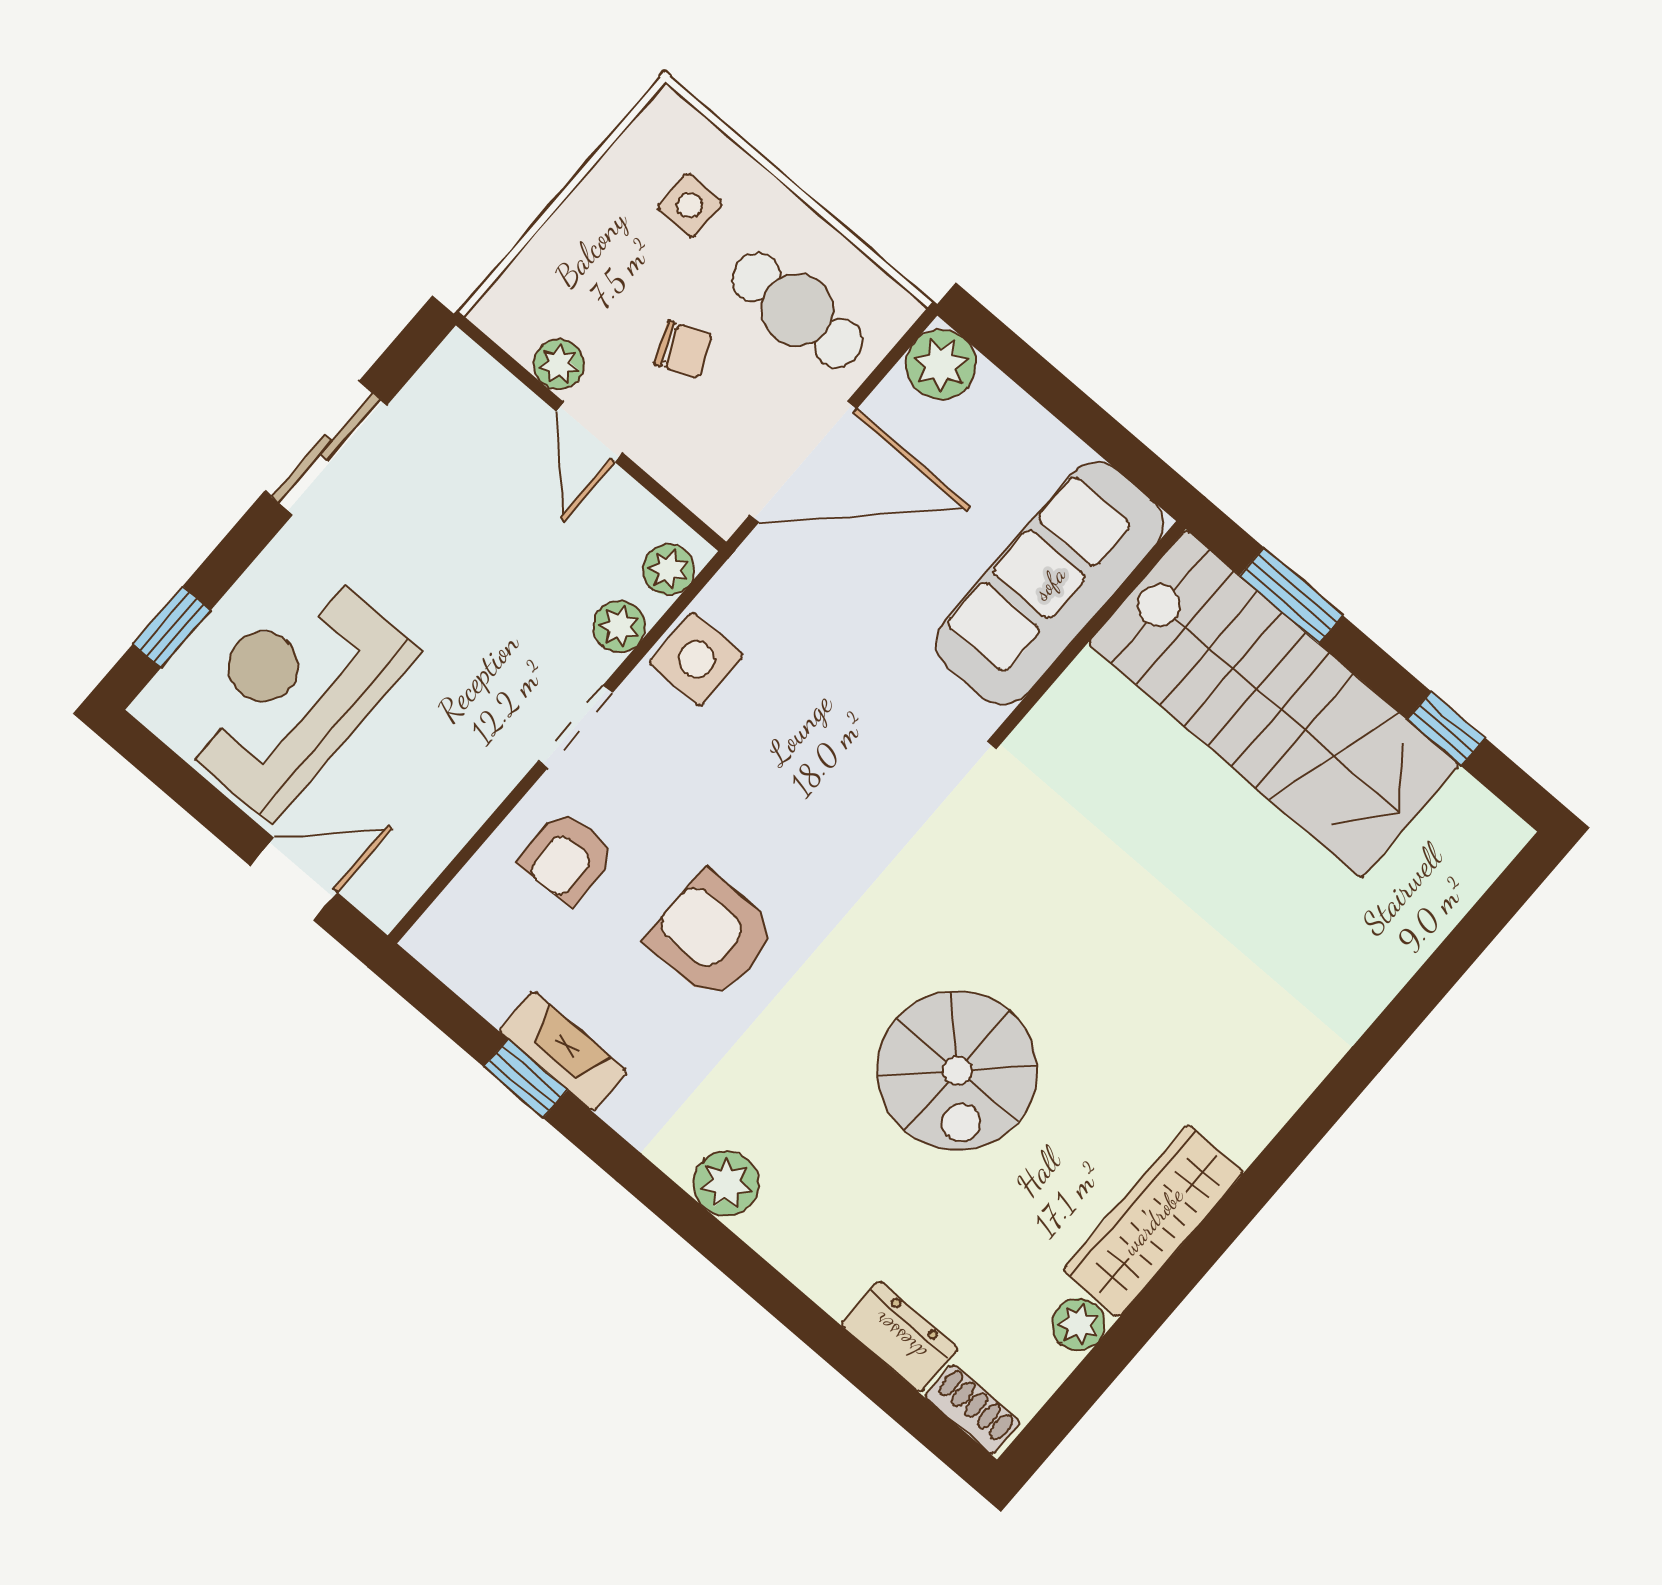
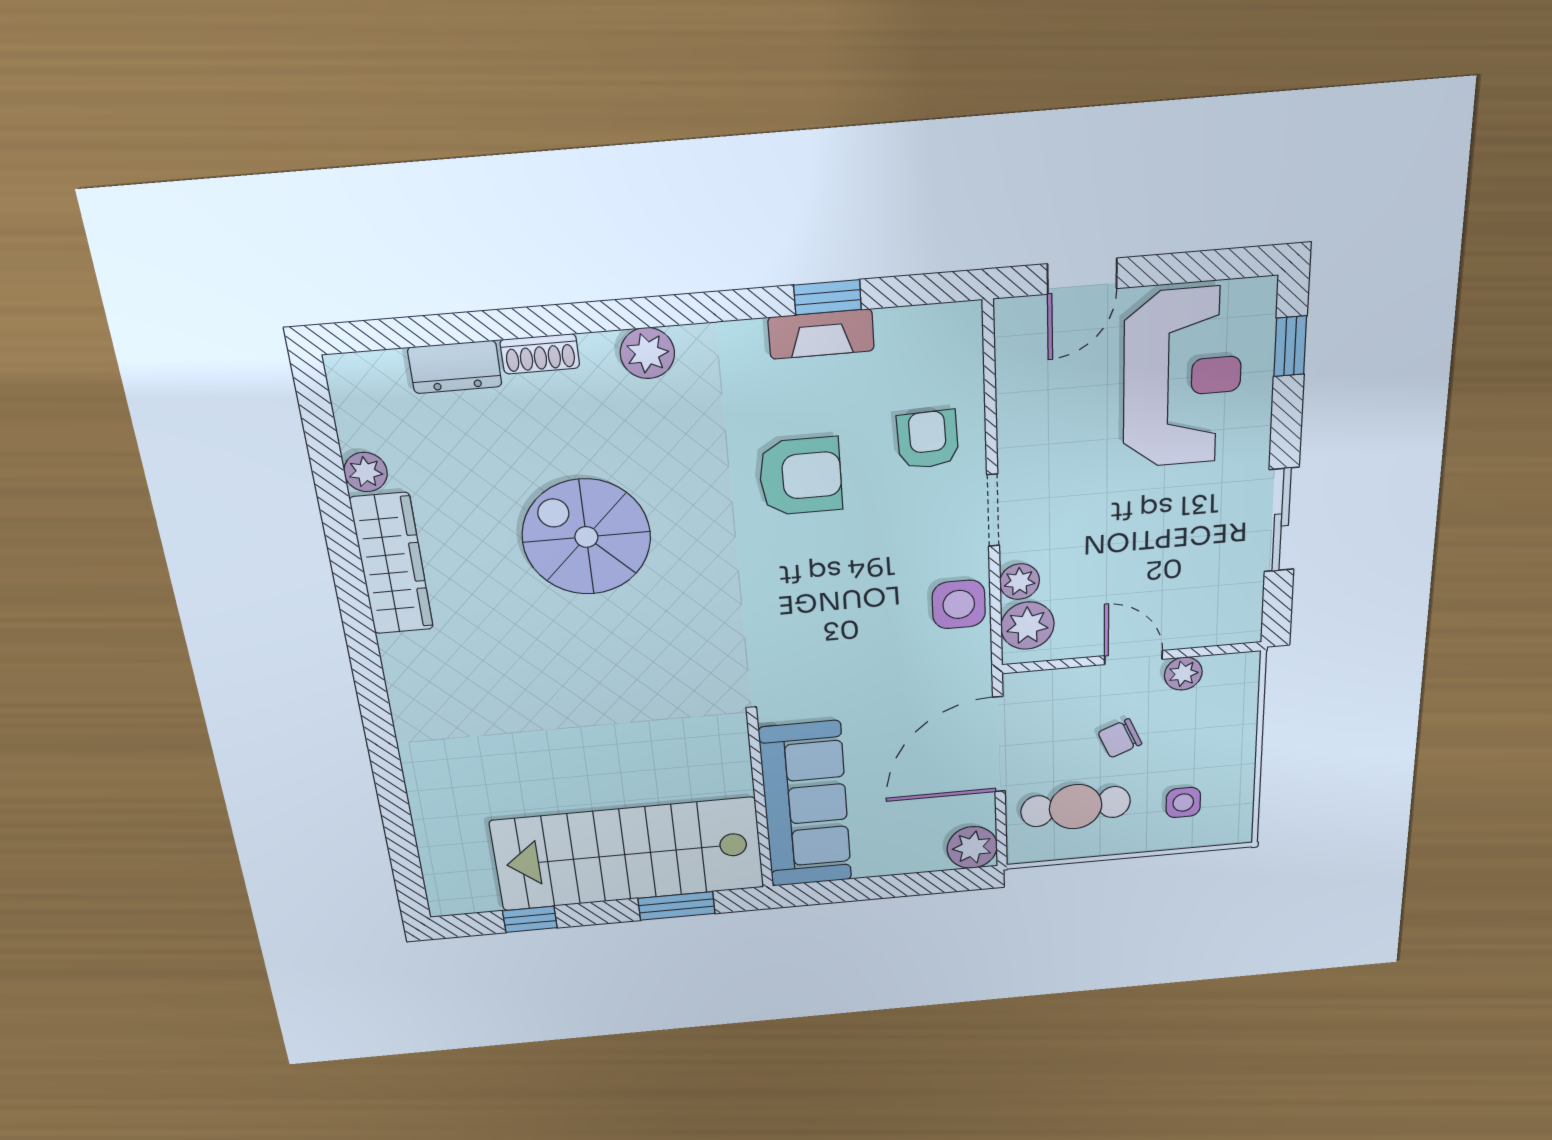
plant: (669, 570) -> (1027, 626), width x1.38, depth x1.38
shoe rack: (972, 1409) -> (540, 354), moved

